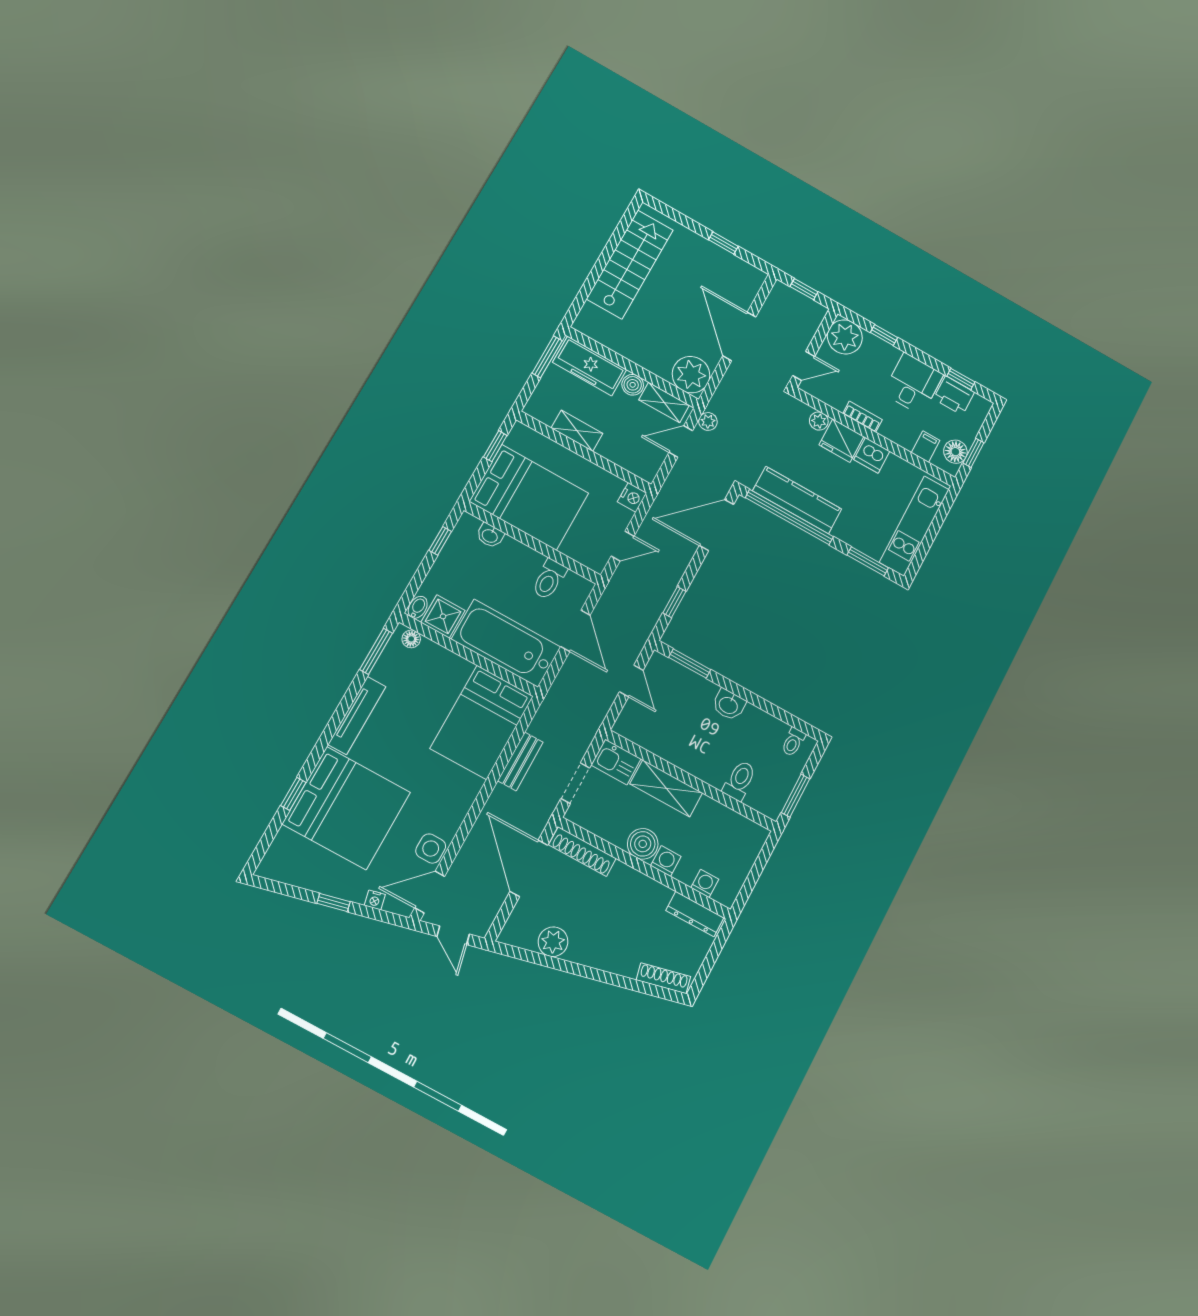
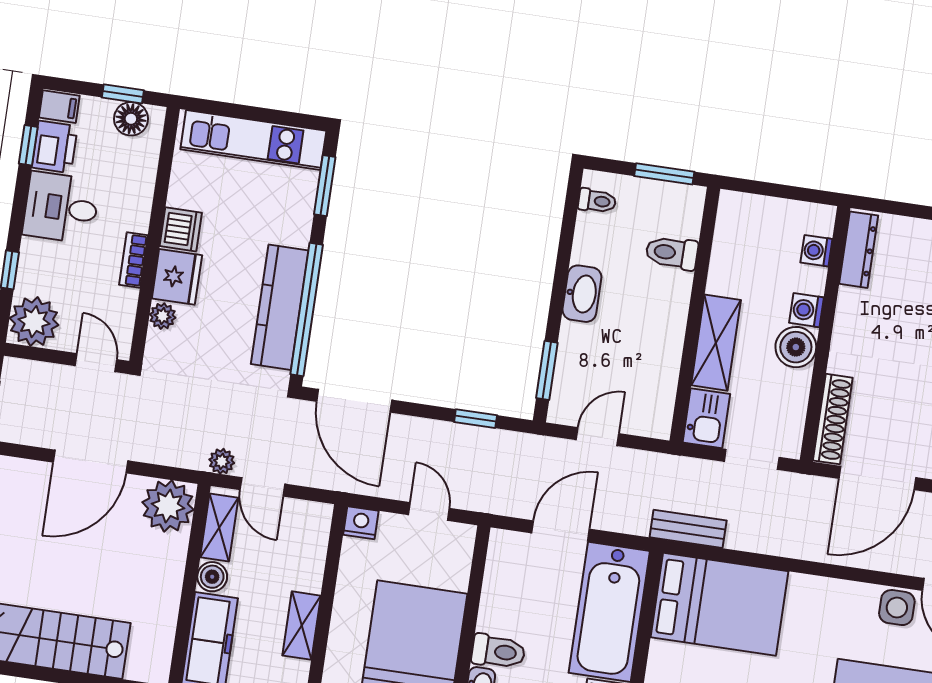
filing cabinet: (926, 447) -> (59, 107), moved, turned 180
toilet: (549, 579) -> (498, 652), moved
washbasin: (729, 705) -> (582, 294), width x1.38
bench: (520, 761) -> (688, 529), moved

